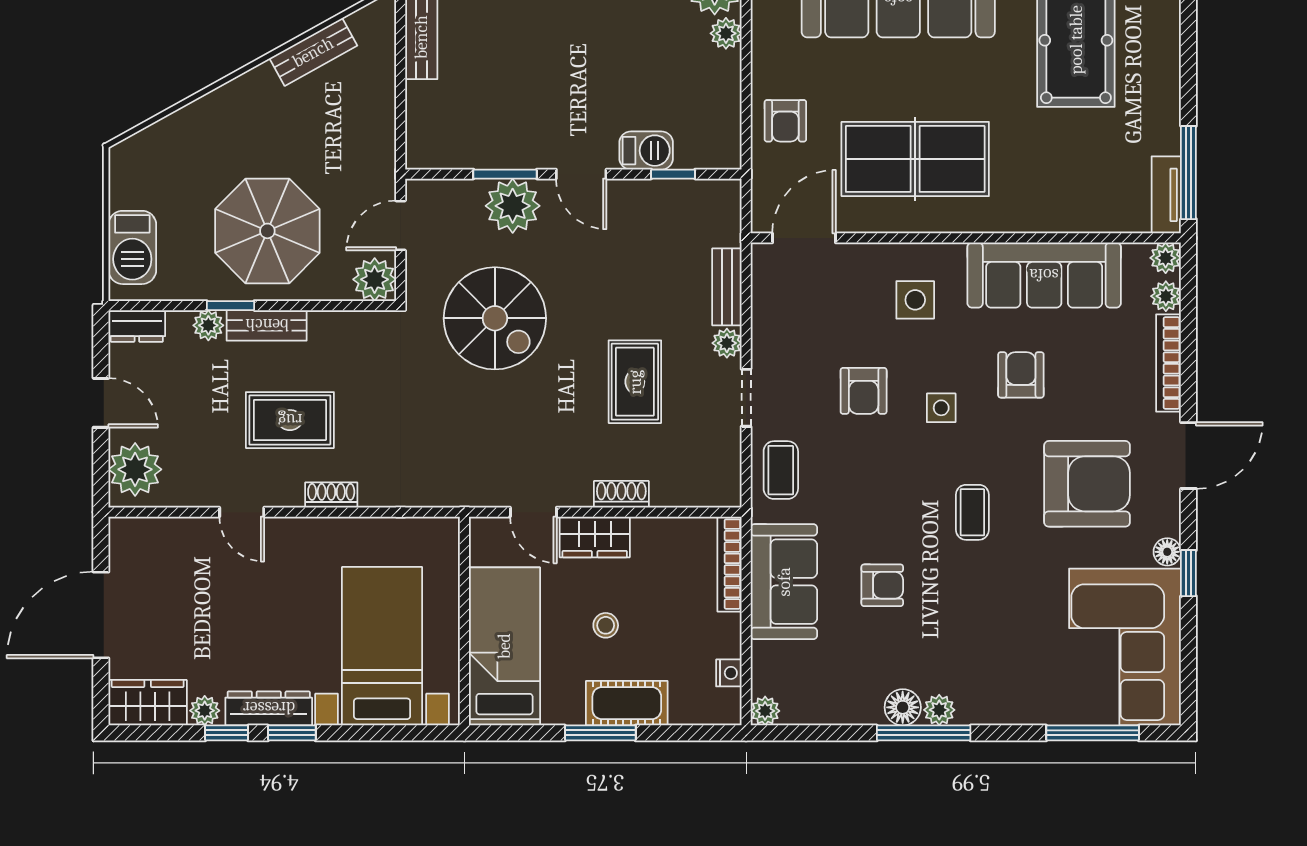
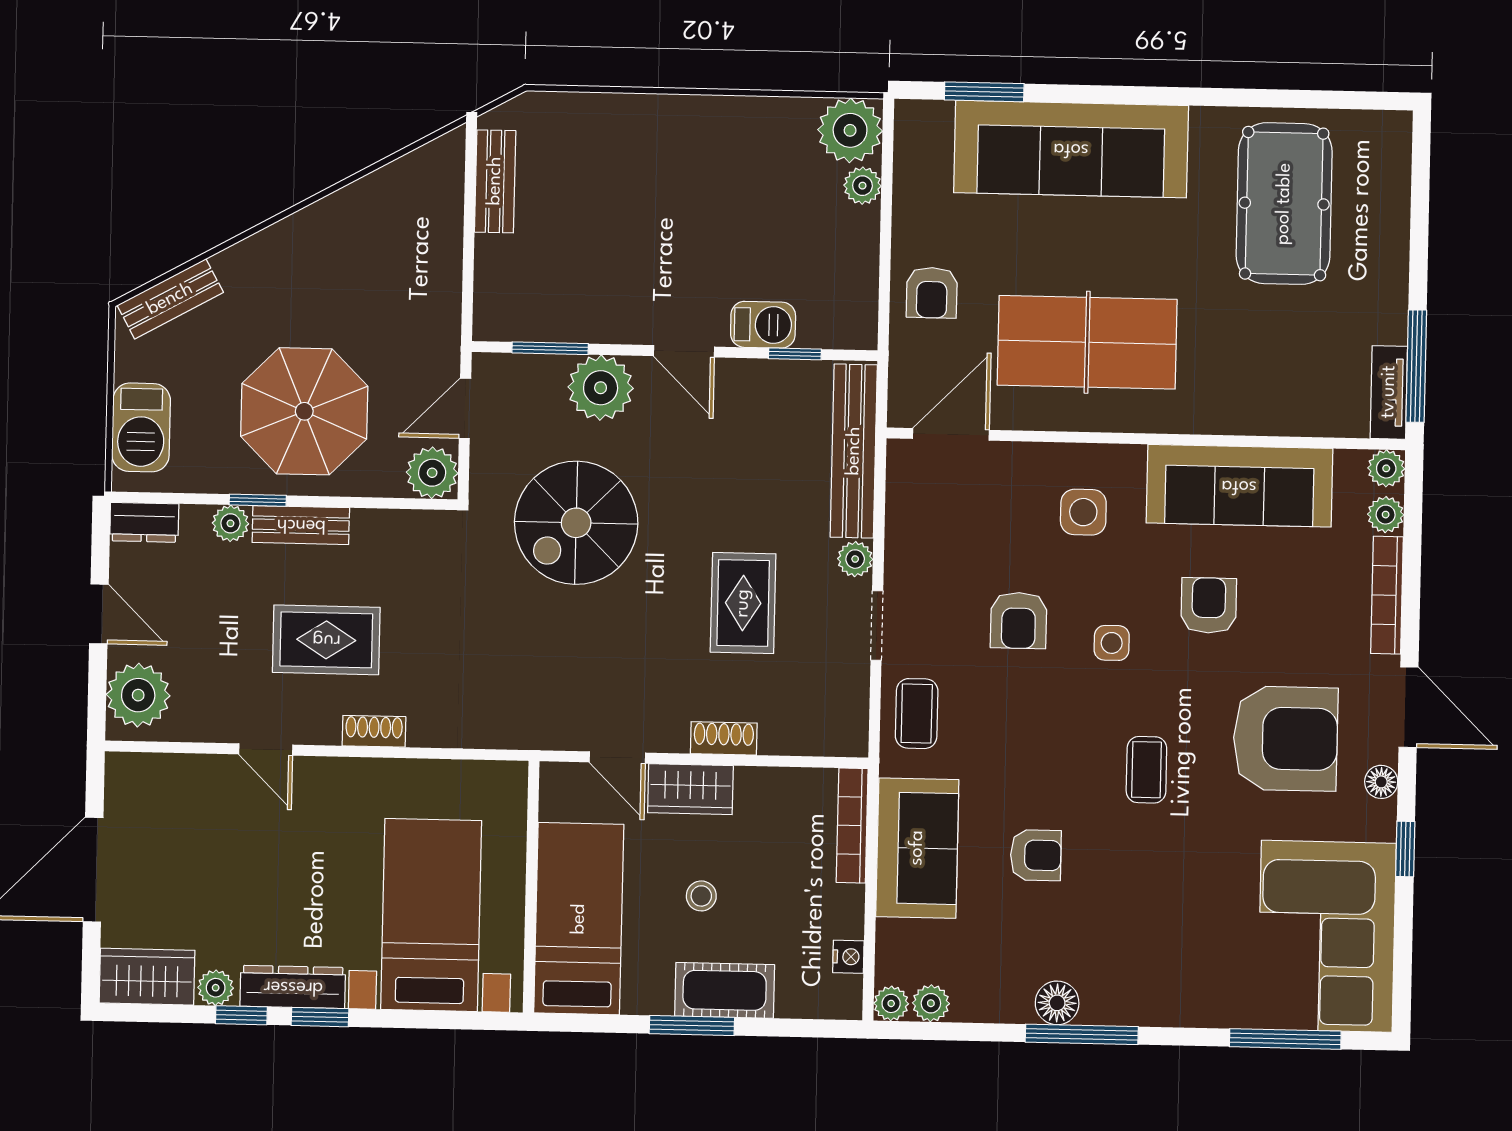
bench: (313, 52) -> (170, 299), moved
window: (505, 174) -> (550, 348), moved
bench: (727, 287) -> (854, 451), width x1.86, depth x1.21
spiral stairs: (495, 318) -> (576, 523), turned 90
door: (1188, 455) -> (1408, 707), hinge flipped
floor lamp: (1167, 552) -> (1381, 782), moved
plant: (939, 710) -> (931, 1003), moved

